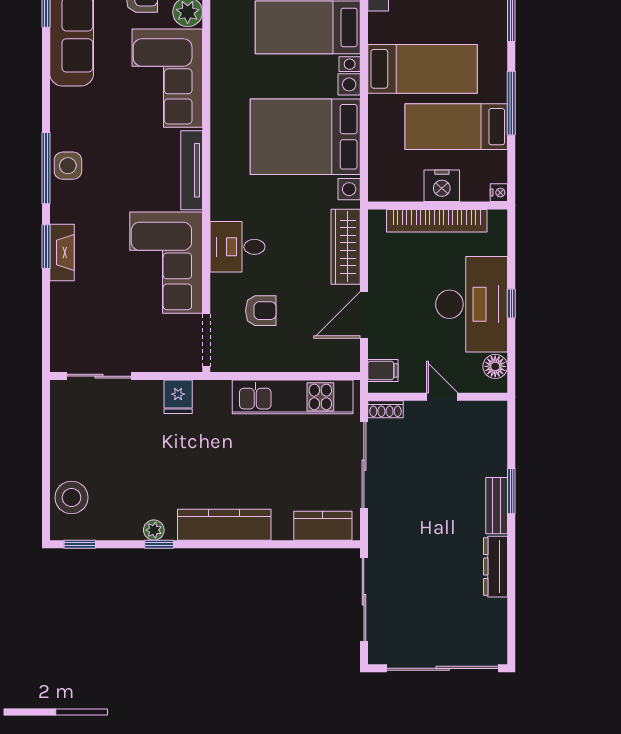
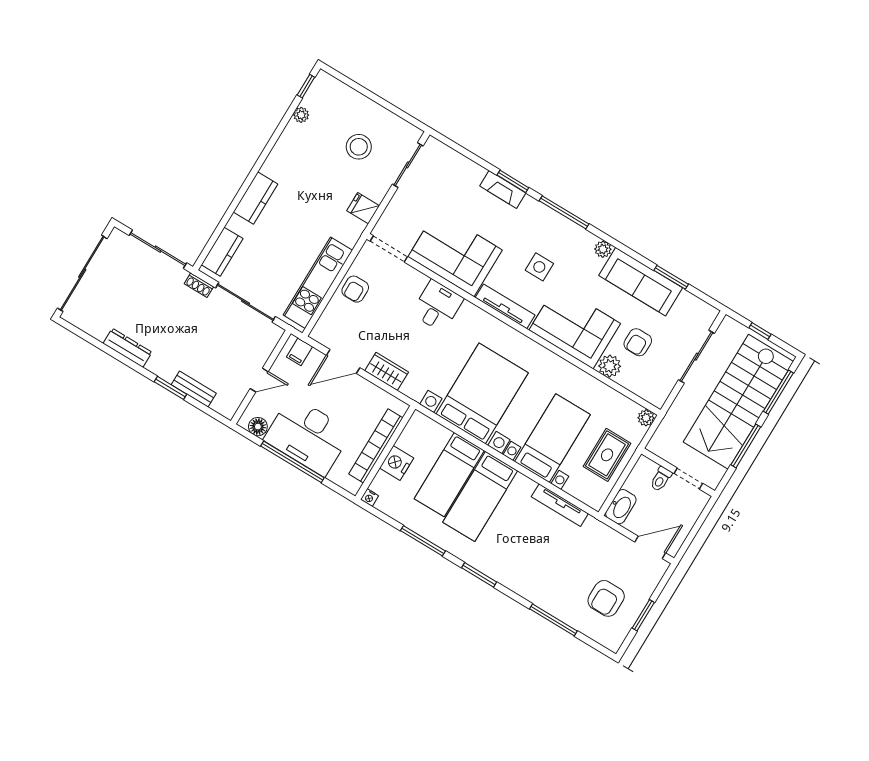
plant: (61, 99) -> (603, 249), added
bed: (456, 127) -> (449, 475), moved, turned 180
side table: (68, 166) -> (539, 267), moved
wardrobe: (346, 247) -> (387, 371), width x0.67
window: (511, 304) -> (292, 462), width x3.17
armchair: (261, 311) -> (355, 289), moved
door: (364, 315) -> (343, 361), swing flipped
shoe rack: (385, 409) -> (199, 285), moved, turned -90
stool: (72, 497) -> (359, 147), moved
bench: (497, 506) -> (194, 389), moved
kitchen counter: (224, 525) -> (256, 198), width x0.67
plant: (154, 530) -> (301, 115), moved
window: (159, 544) -> (275, 138), removed

